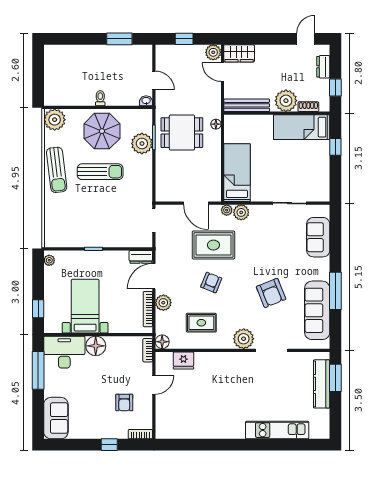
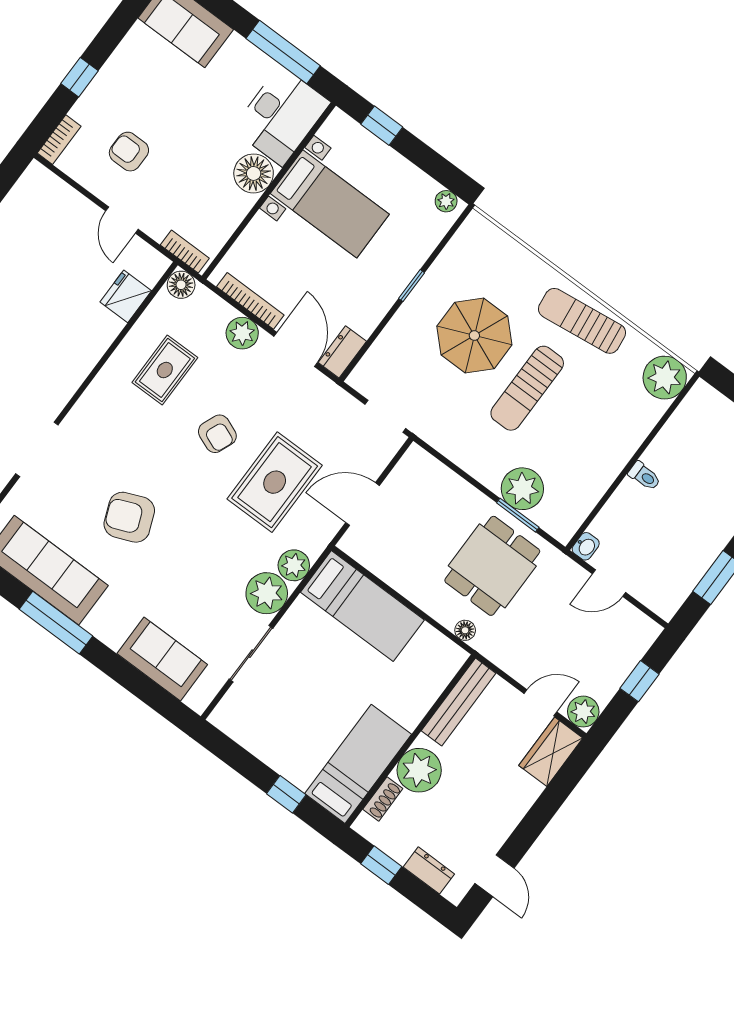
parasol: (102, 131) -> (474, 336), moved
plant: (227, 210) -> (267, 593), moved, width x1.88, depth x1.88
plant: (244, 339) -> (89, 419), removed

